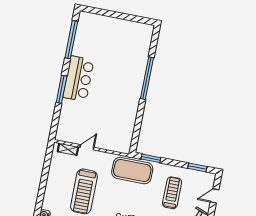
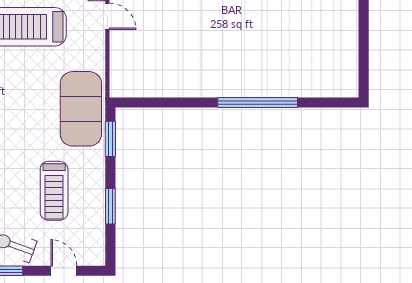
window: (197, 167) -> (110, 206), moved
treadmill: (172, 193) -> (54, 191), turned 90

